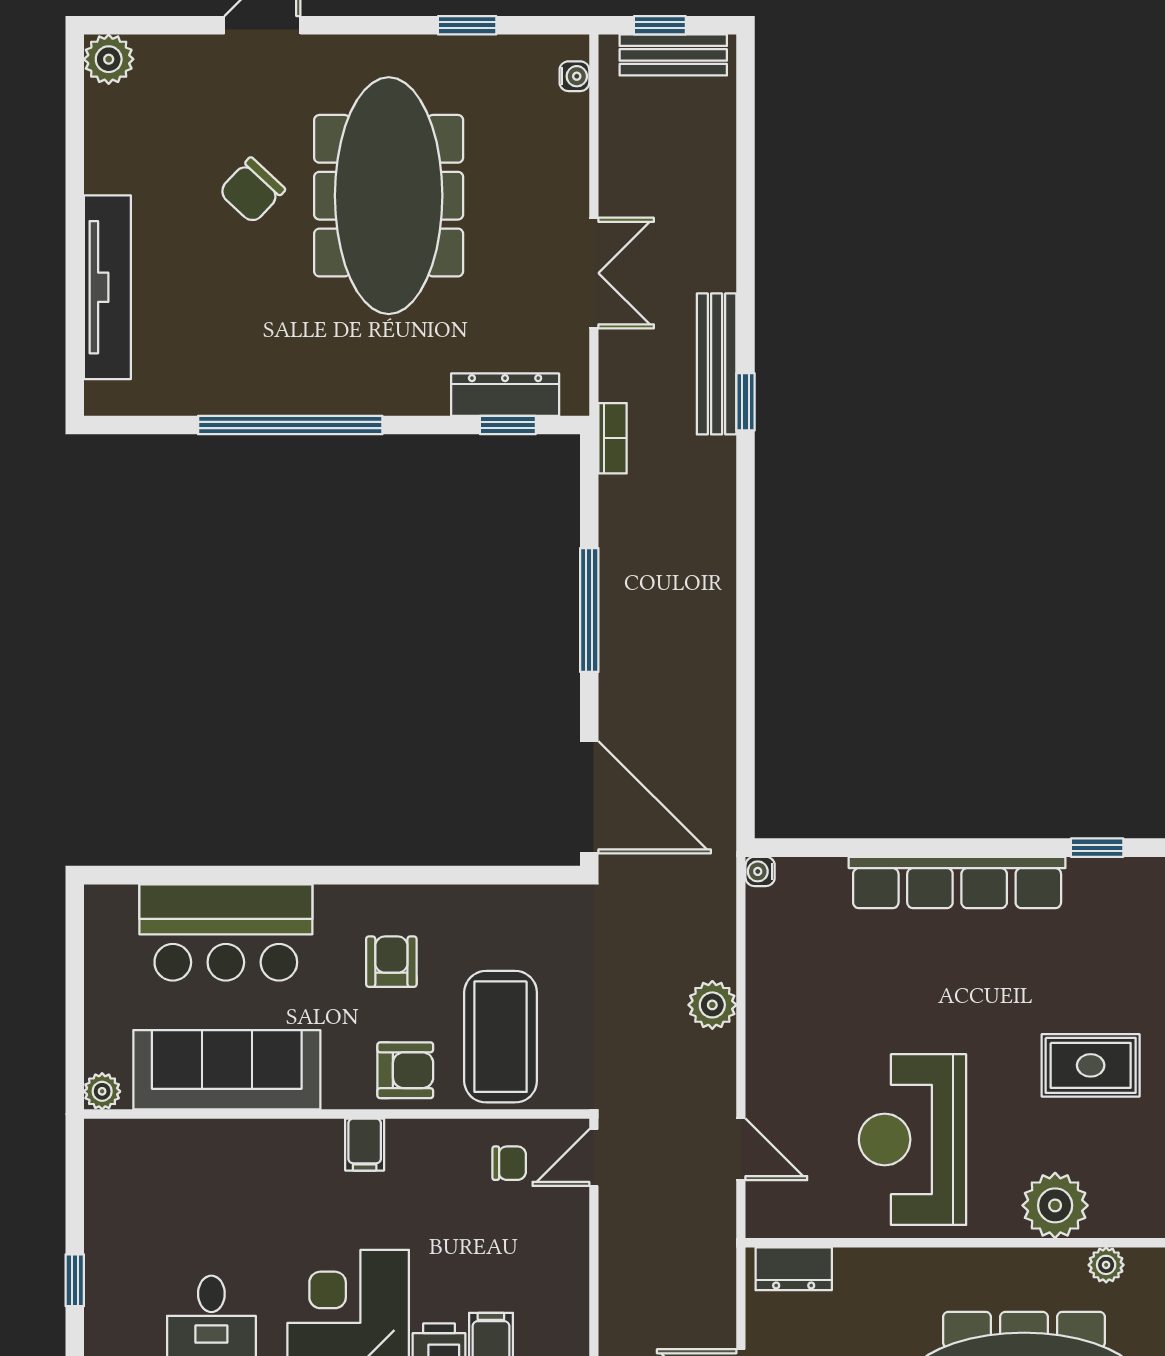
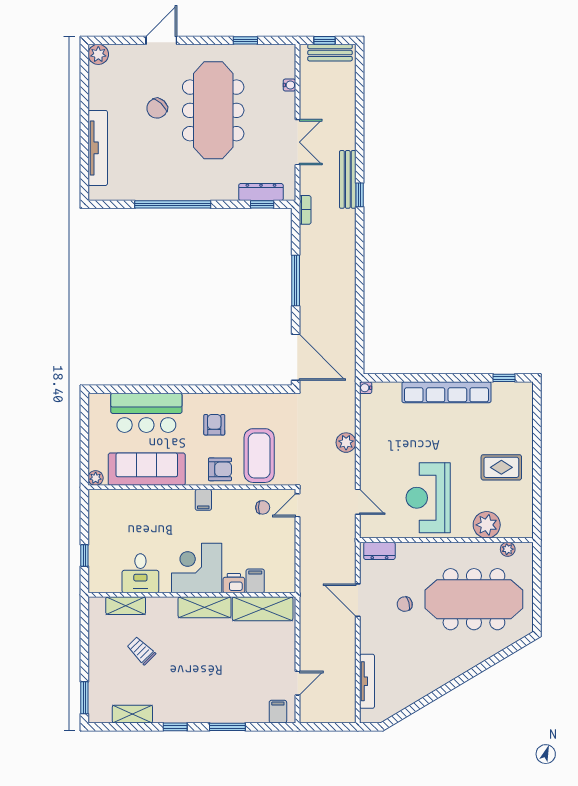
water cooler: (574, 76) -> (289, 85), moved

